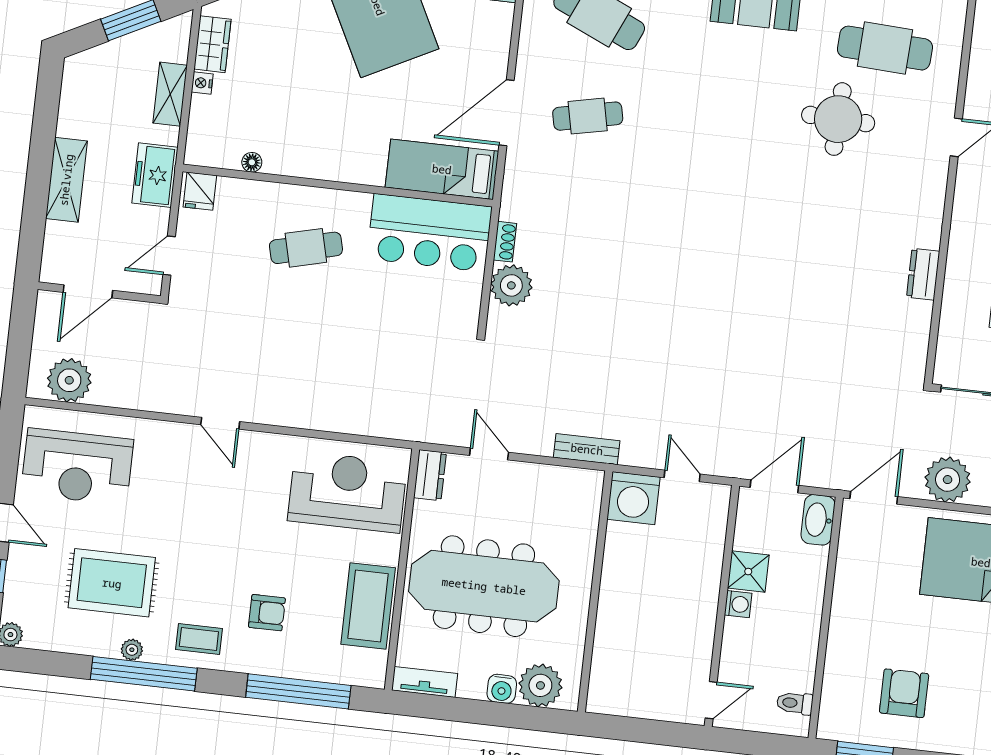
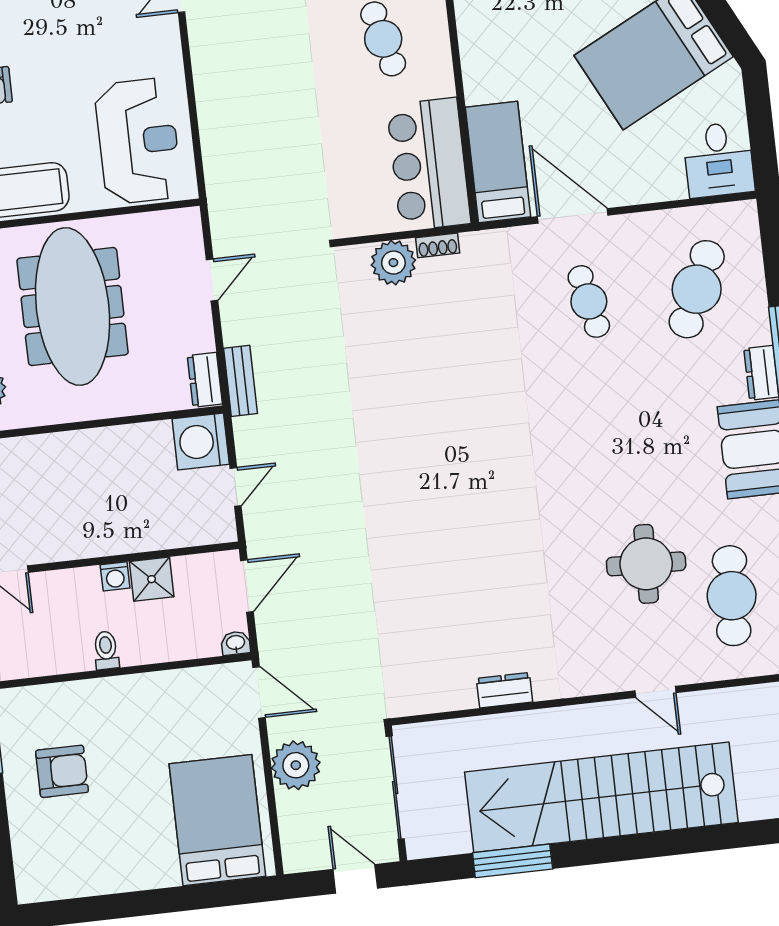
dresser: (430, 475) -> (205, 380), moved, turned 90
door: (774, 486) -> (247, 586), hinge flipped
washbasin: (818, 520) -> (236, 643), width x0.52, depth x0.69
toilet: (795, 703) -> (106, 650), moved

